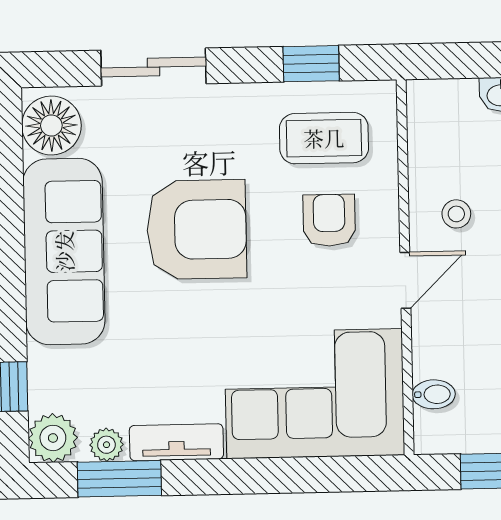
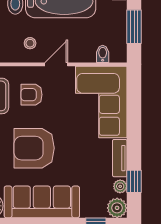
armchair: (197, 230) -> (34, 148), turned -90
door: (405, 280) -> (56, 64), hinge flipped
window: (119, 479) -> (134, 181), width x0.67

